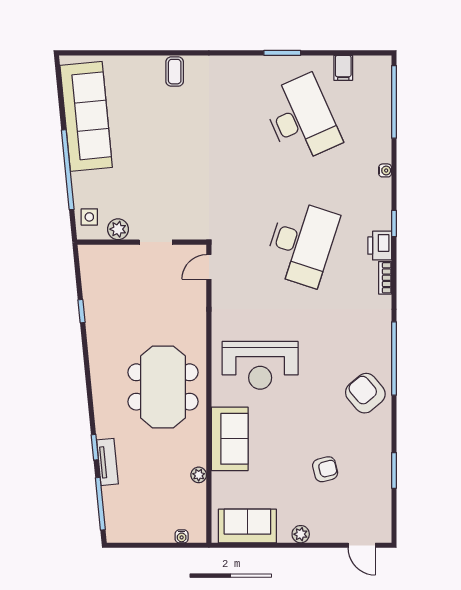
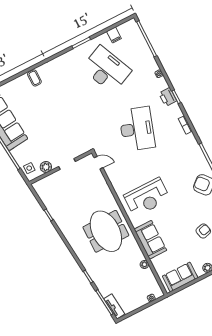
printer: (380, 246) -> (168, 97), moved
door: (209, 267) -> (98, 163), swing flipped
tv unit: (107, 462) -> (114, 306), moved

